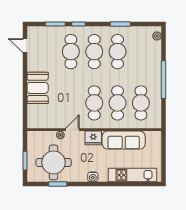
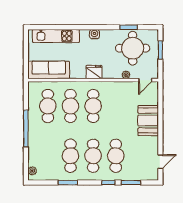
door: (25, 46) -> (160, 162), hinge flipped
door: (72, 130) -> (145, 80), moved
sofa: (124, 140) -> (49, 70), moved

